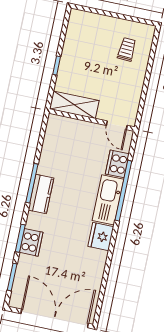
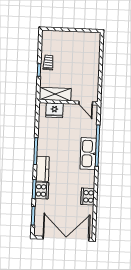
trolley: (127, 49) -> (48, 63), moved
cooker: (117, 164) -> (88, 196), moved
kitchen counter: (41, 194) -> (43, 169), moved
fridge: (101, 237) -> (54, 110), moved, turned -90

